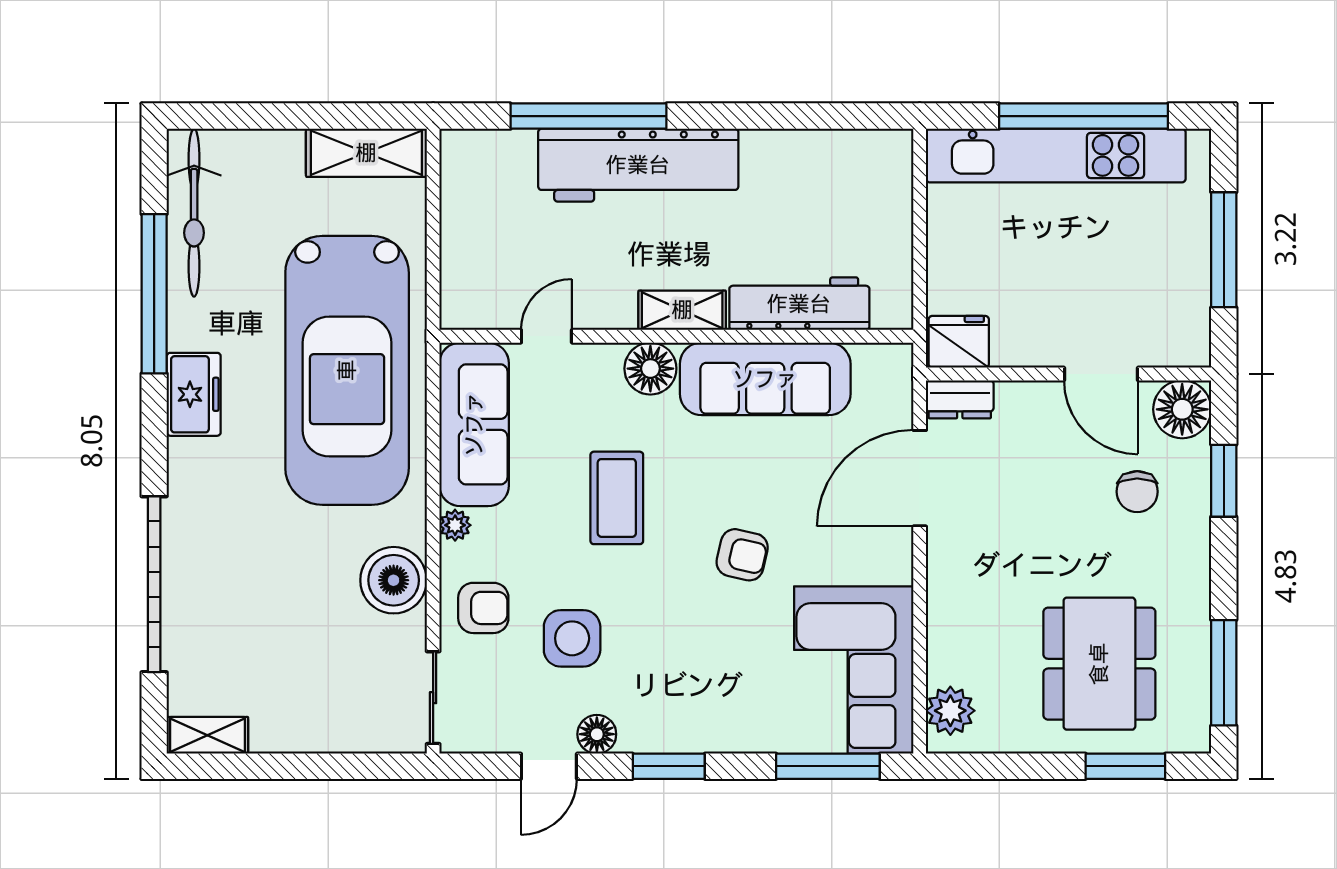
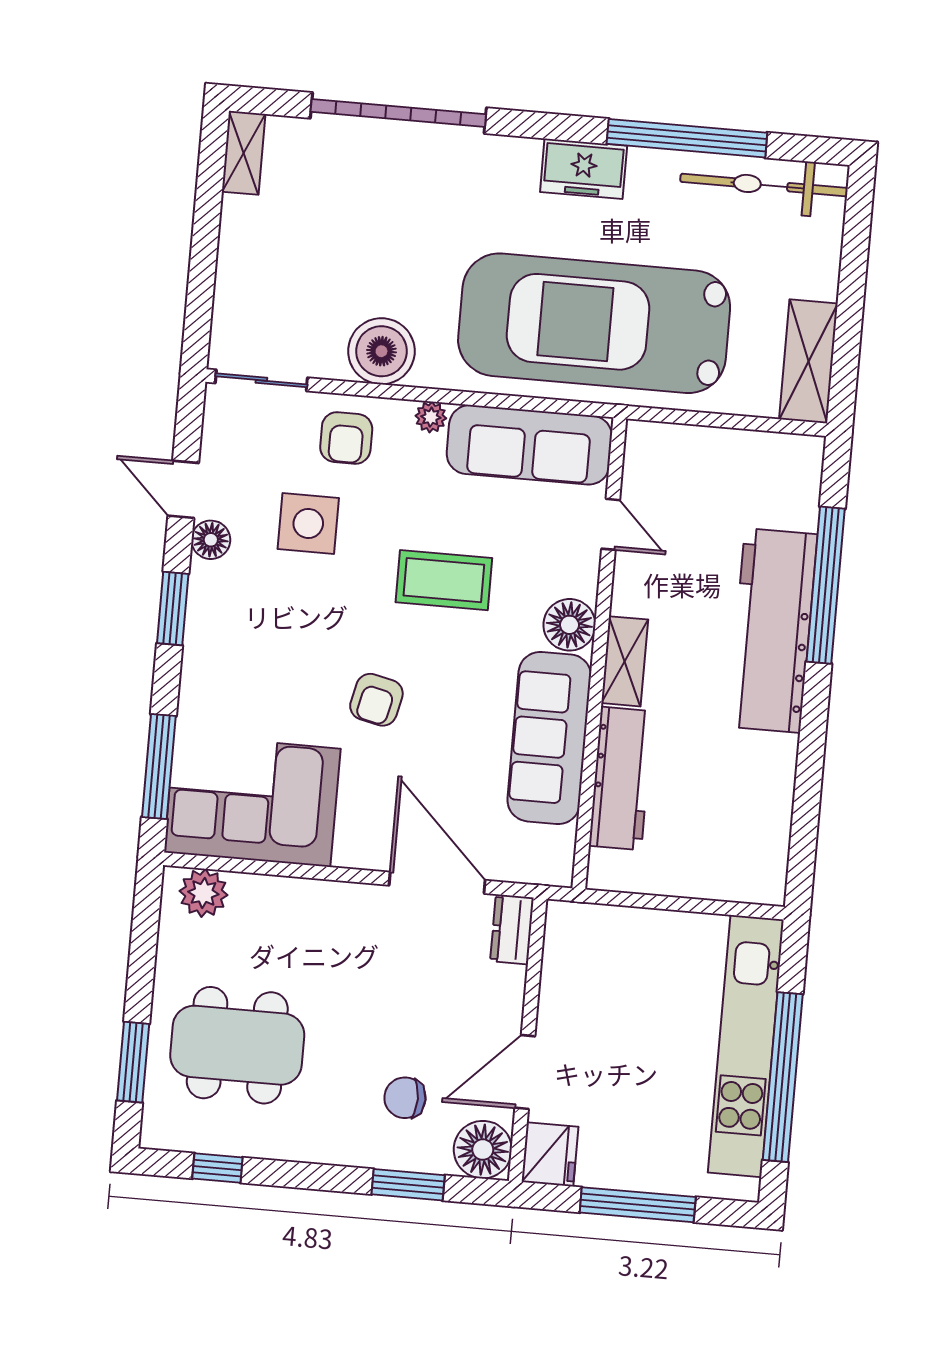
fridge: (959, 342) -> (550, 1154), moved
window: (1224, 673) -> (217, 1168), width x0.46

